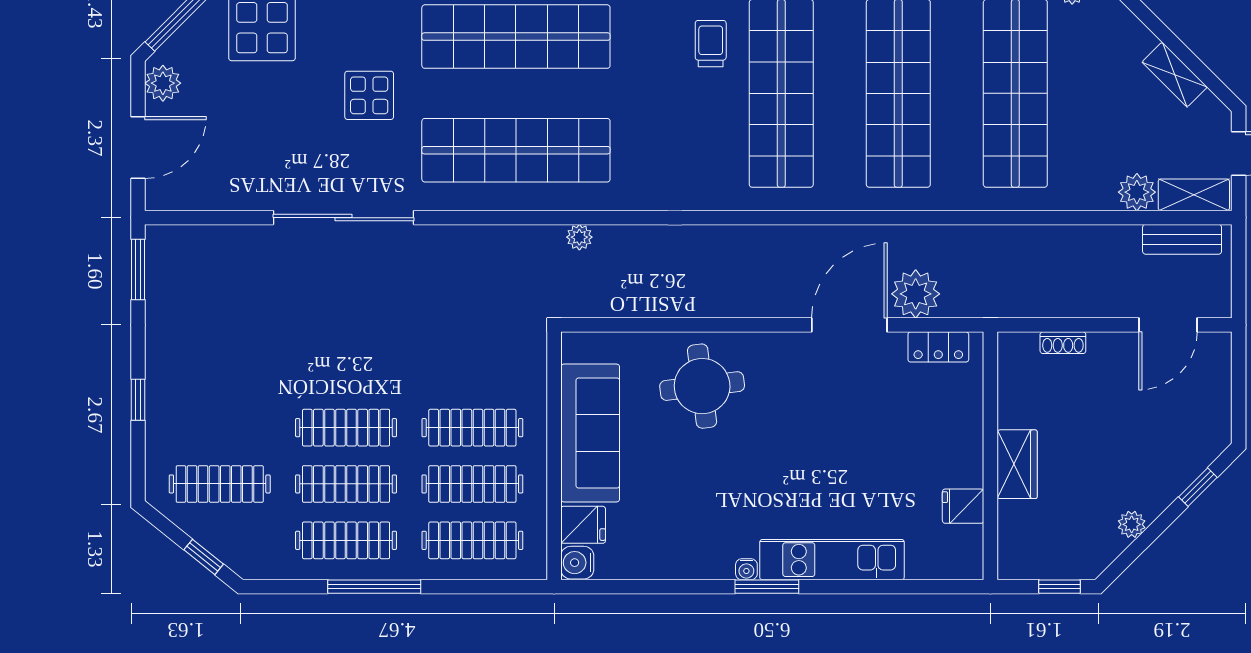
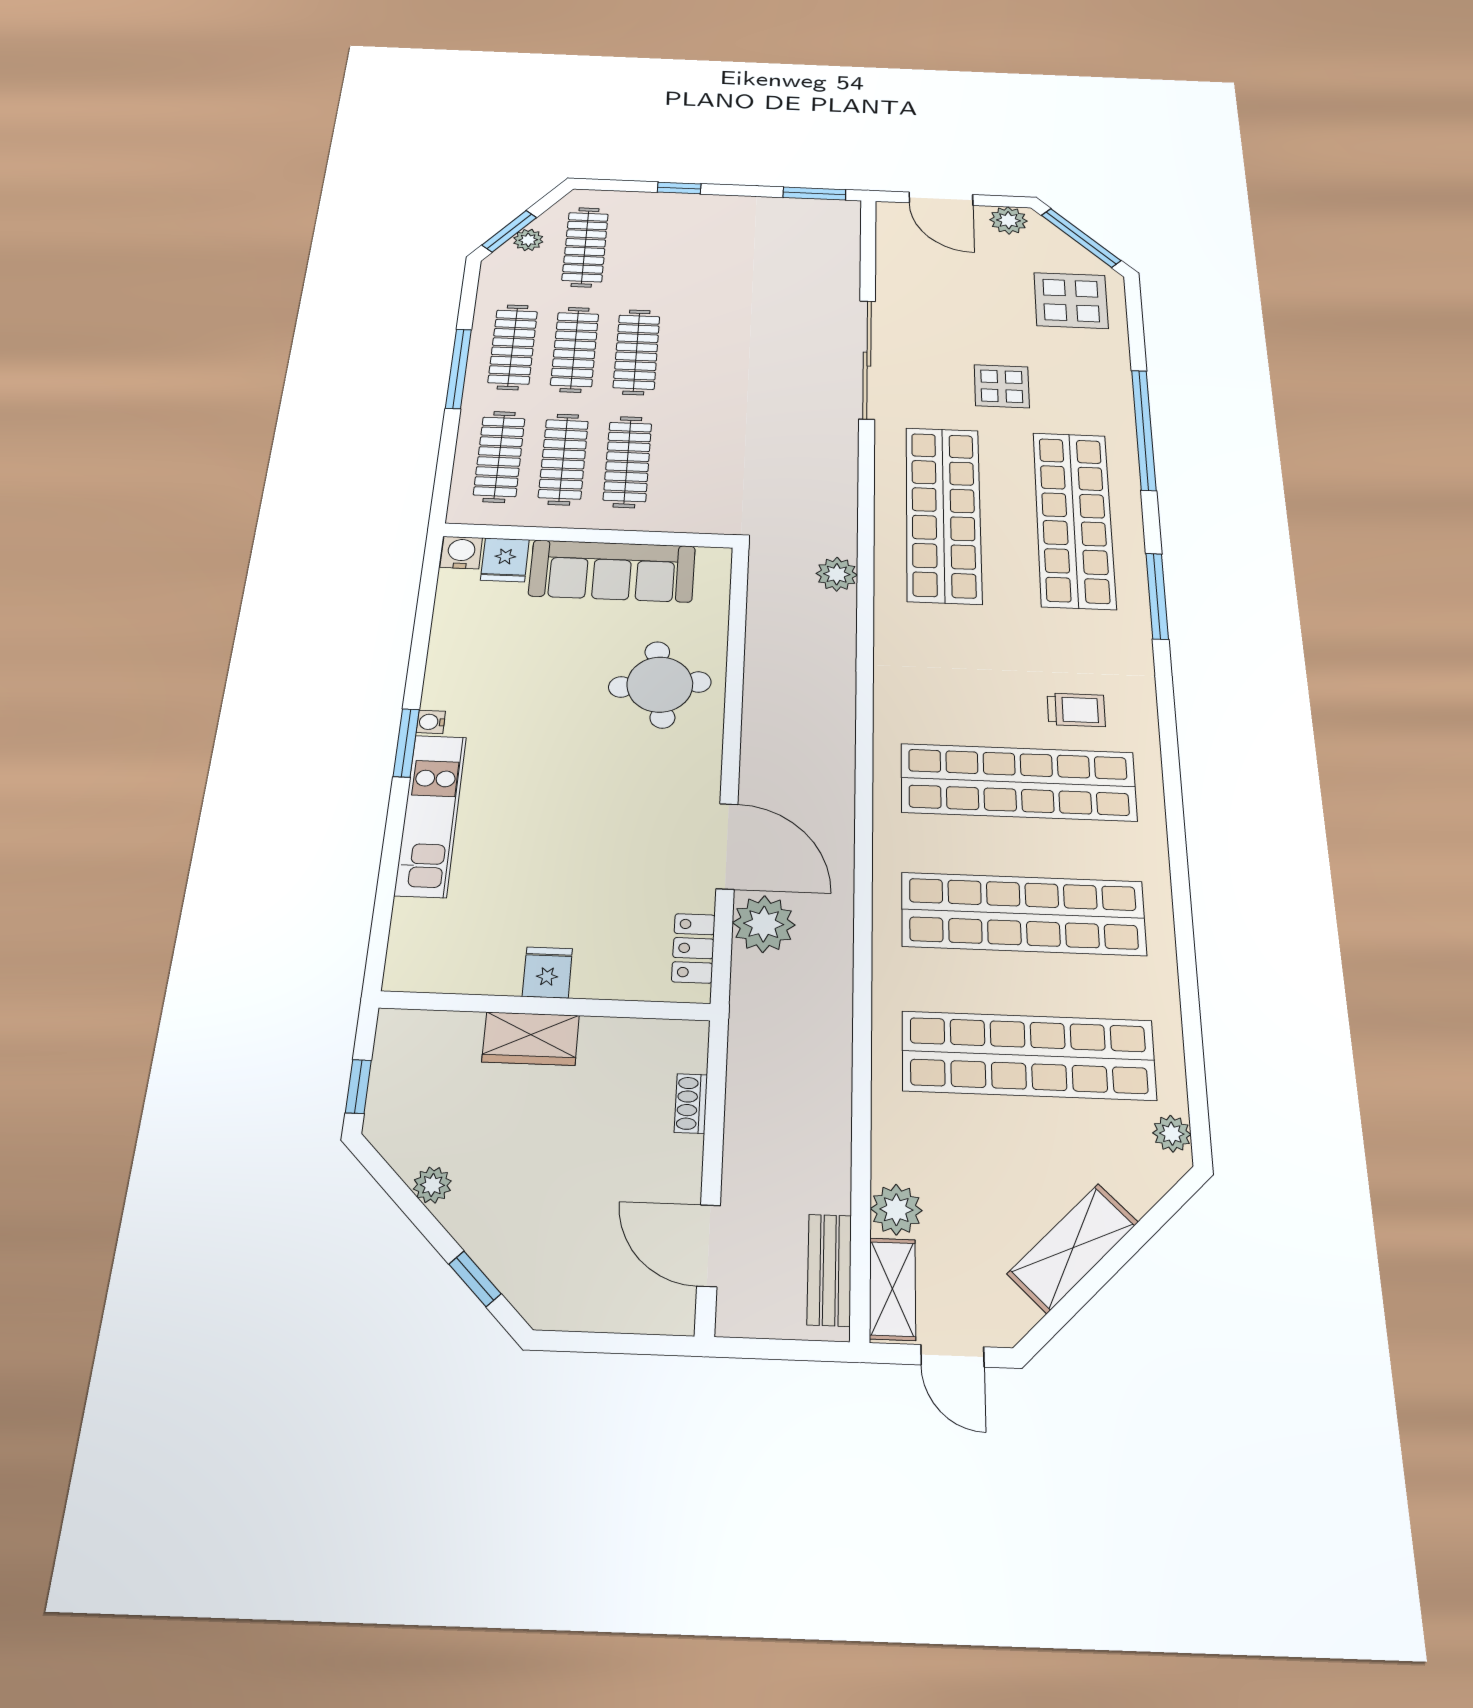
shelving: (1175, 75) -> (1073, 1248), width x1.50, depth x1.33
plant: (579, 237) -> (837, 574), width x1.38, depth x1.38
fridge: (963, 506) -> (547, 972), moved
plant: (214, 538) -> (528, 240), added
window: (204, 557) -> (509, 231), width x1.50

